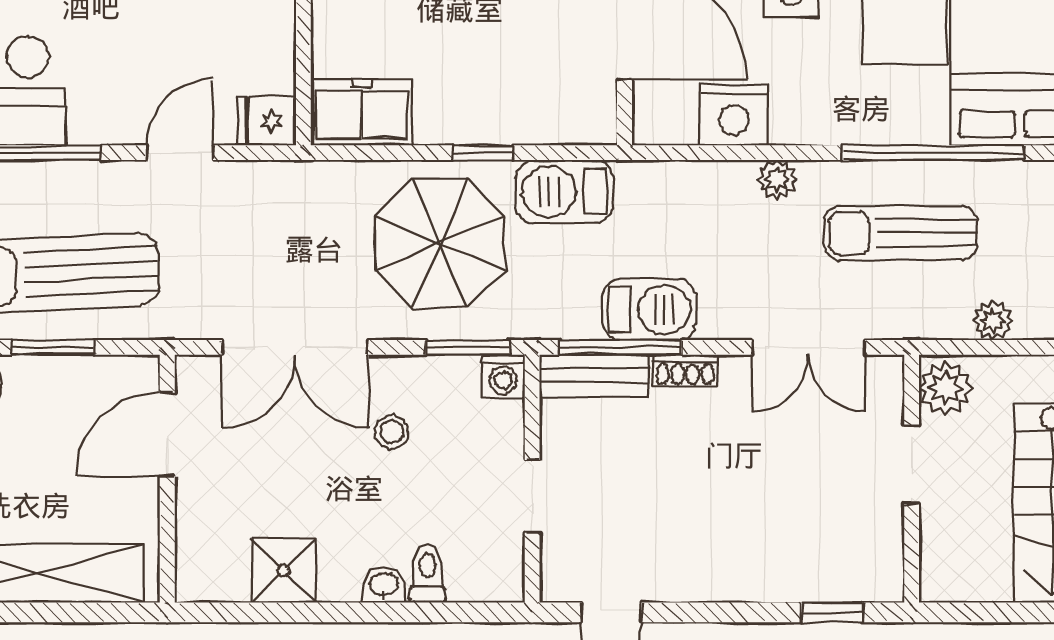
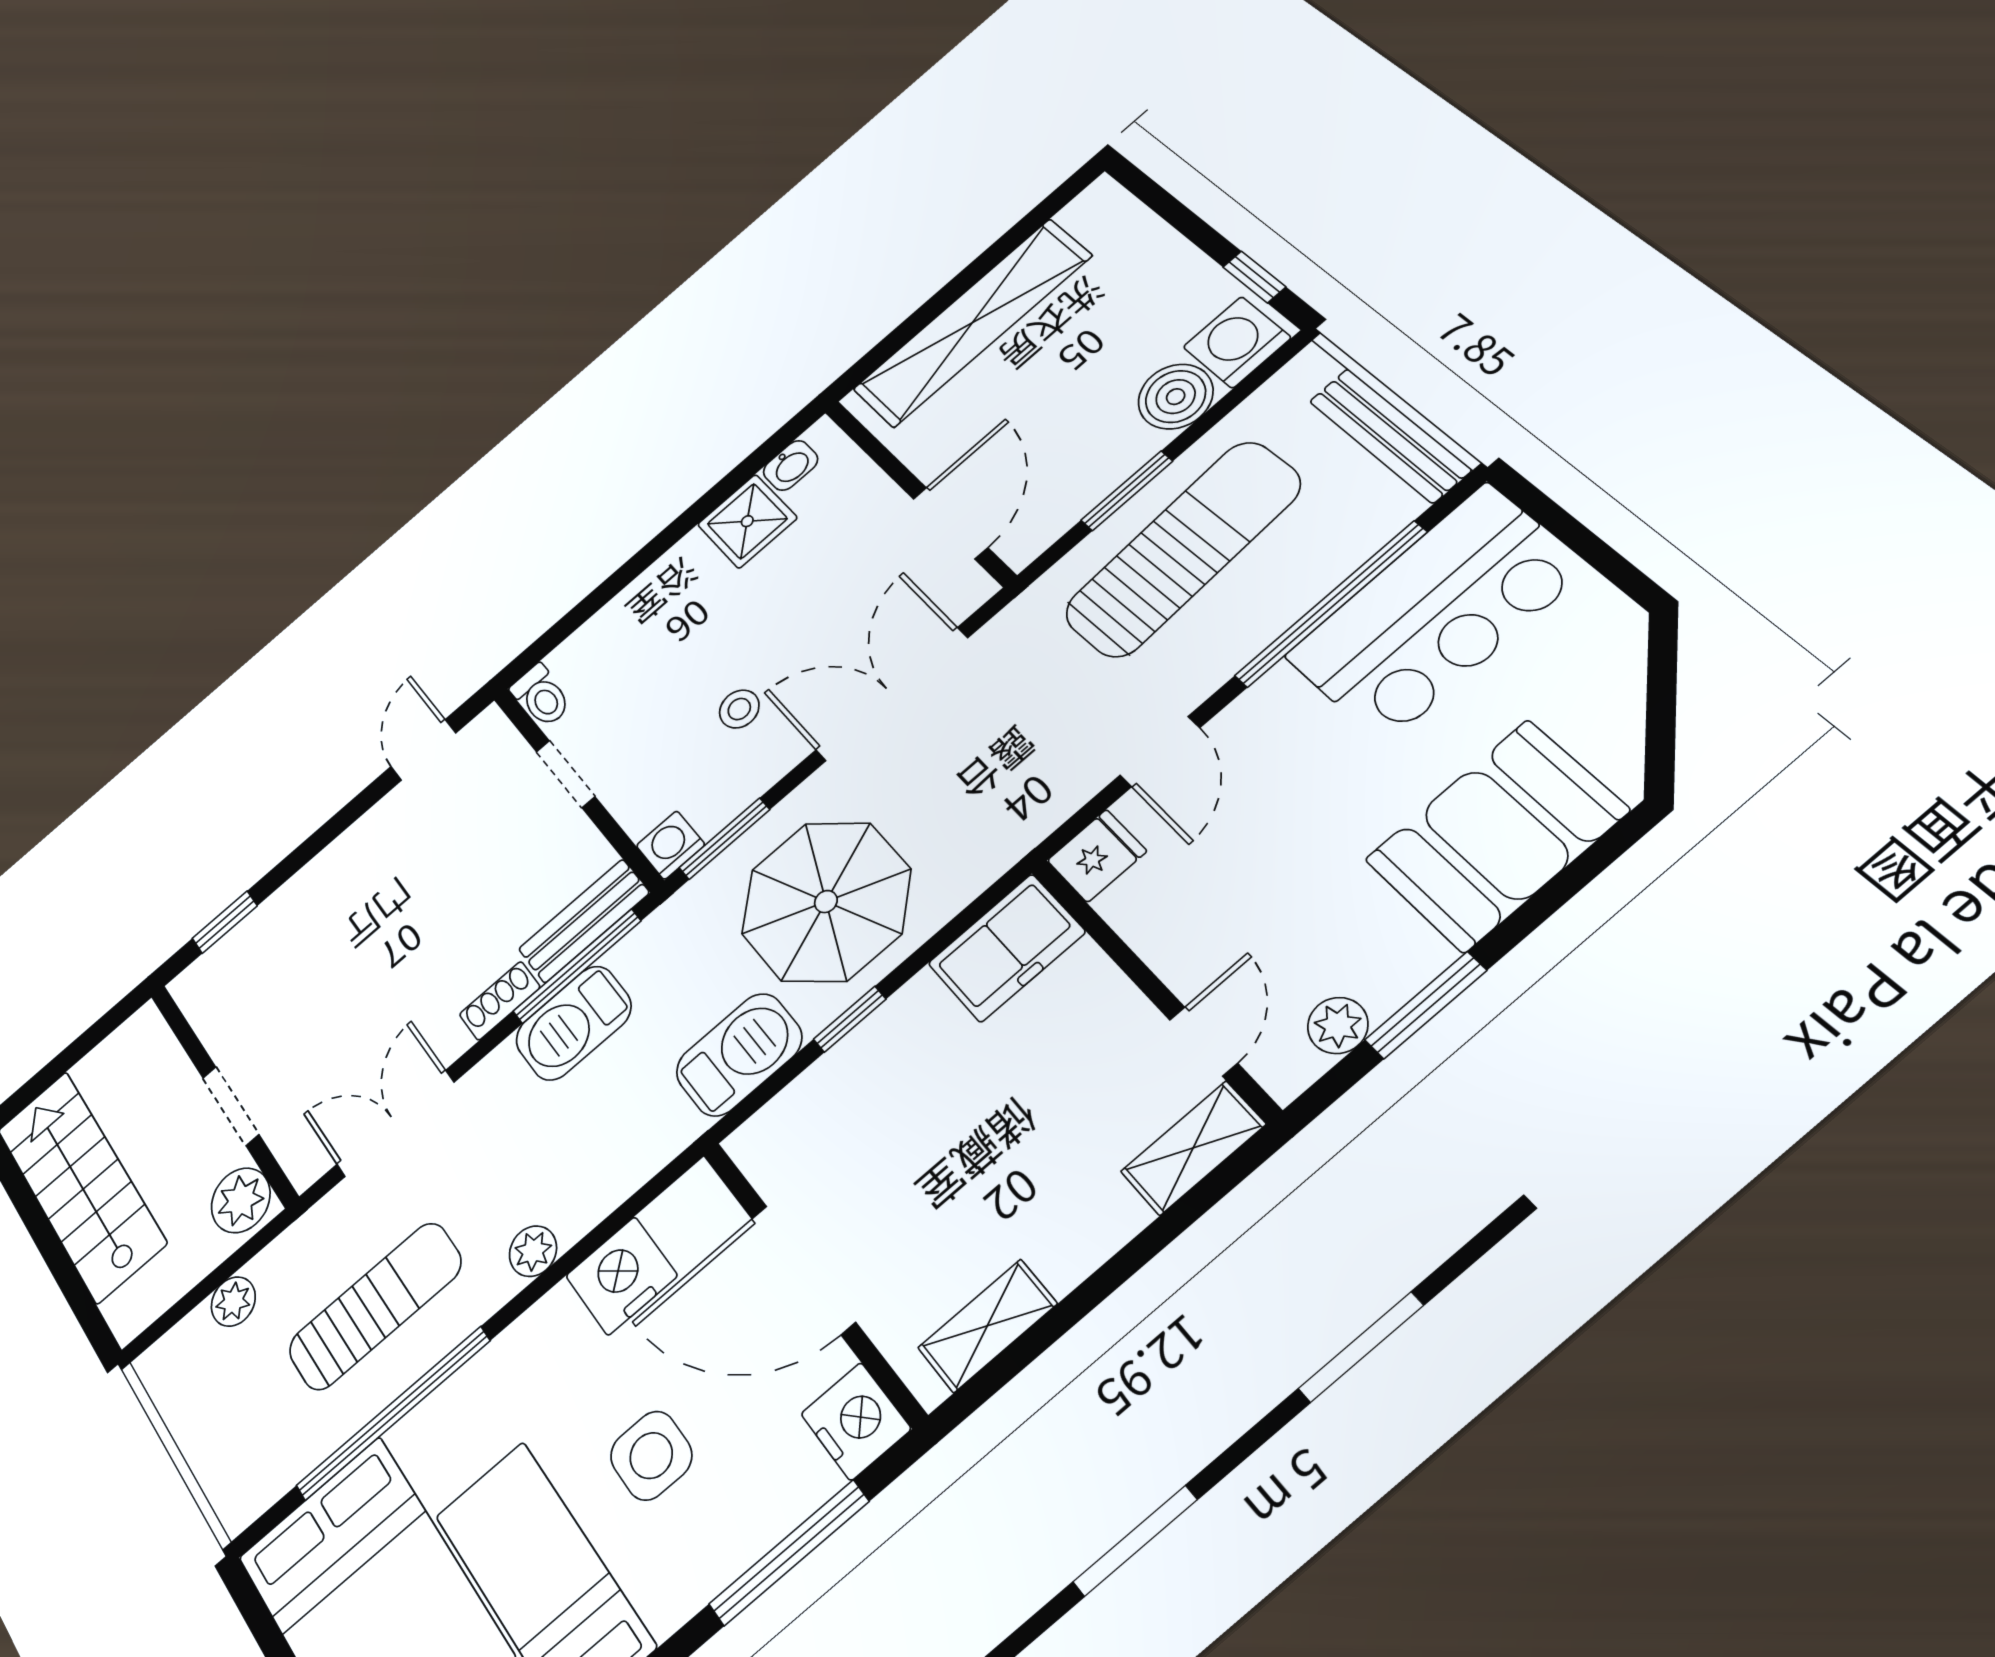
toilet: (427, 574) -> (541, 696), moved
washbasin: (384, 585) -> (791, 465), moved

